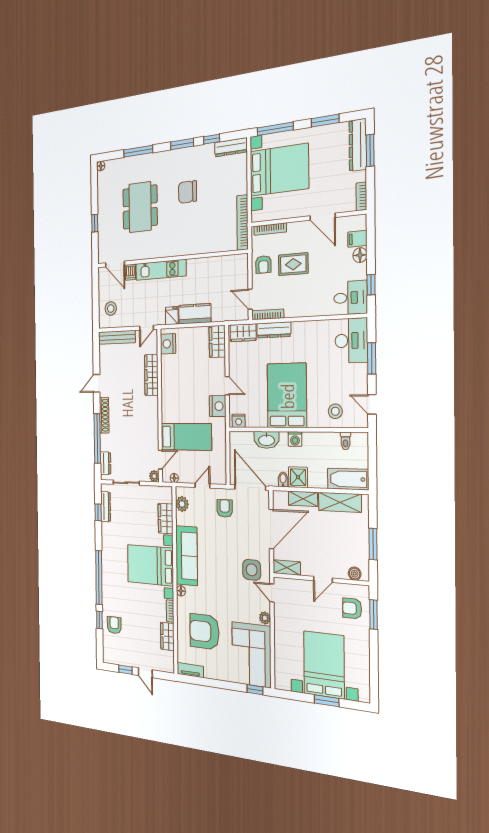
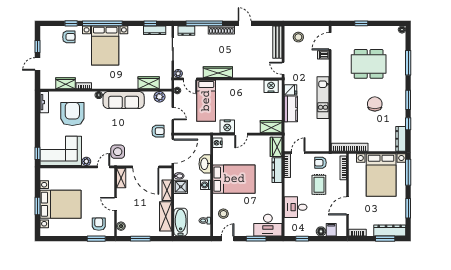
kitchen unit: (161, 270) -> (323, 98), moved
desk: (351, 298) -> (296, 207), moved, turned 90
wardrobe: (151, 375) -> (218, 72), moved
bed with nightstands: (150, 565) -> (105, 46), moved, turned 180

